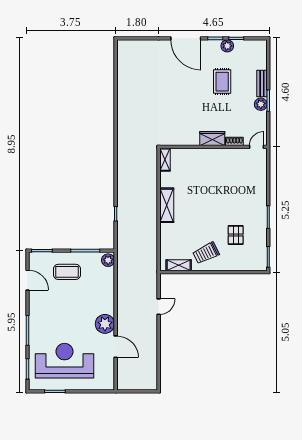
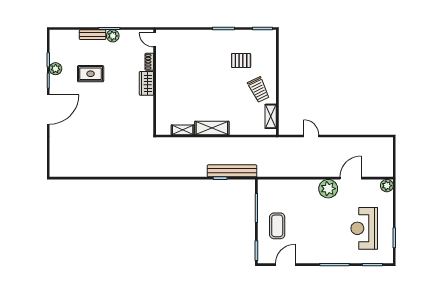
shelving: (165, 160) -> (183, 130), moved
bench: (123, 226) -> (232, 171), added
plant: (108, 260) -> (387, 186), moved
reception desk: (64, 361) -> (364, 228), width x0.74, depth x0.77

